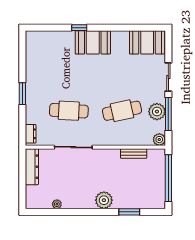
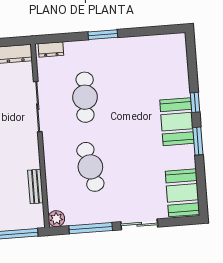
window: (109, 28) -> (198, 141), added
plant: (157, 112) -> (93, 213), removed

